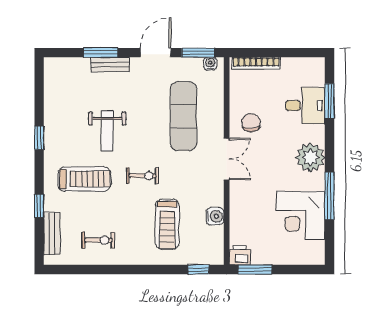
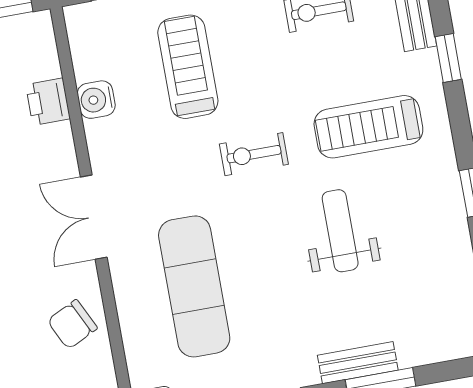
chair: (251, 123) -> (72, 324), moved, turned 65
printer: (240, 255) -> (48, 102), moved, turned 90

